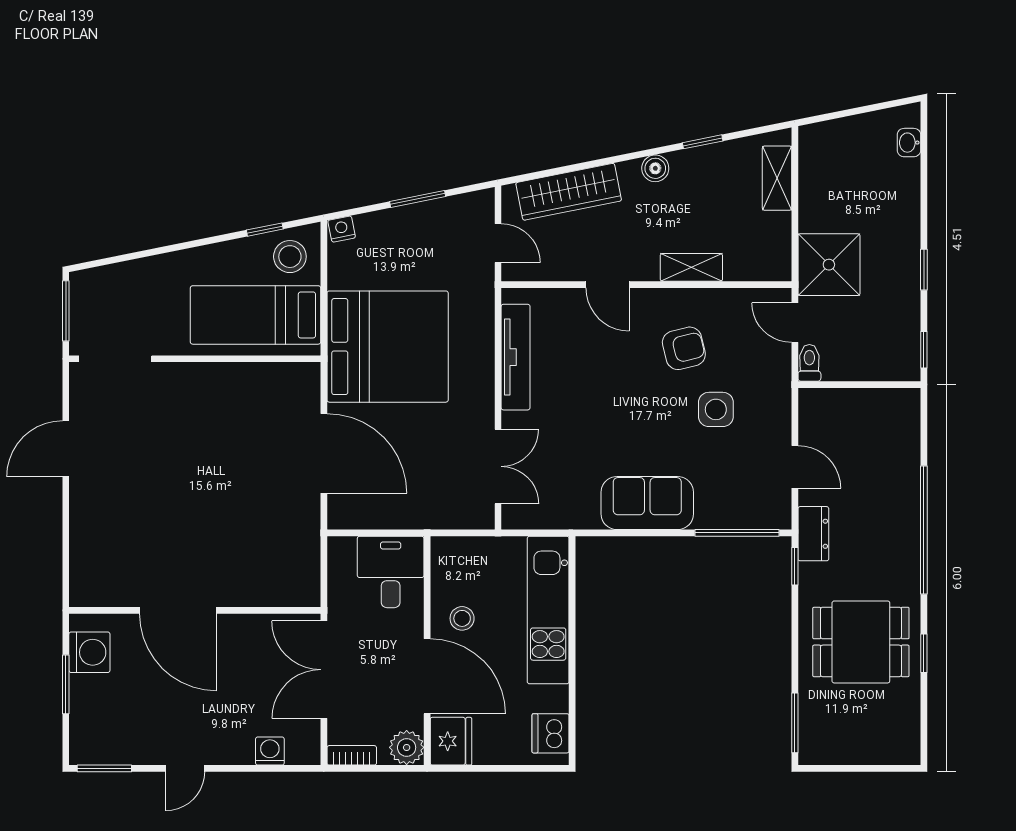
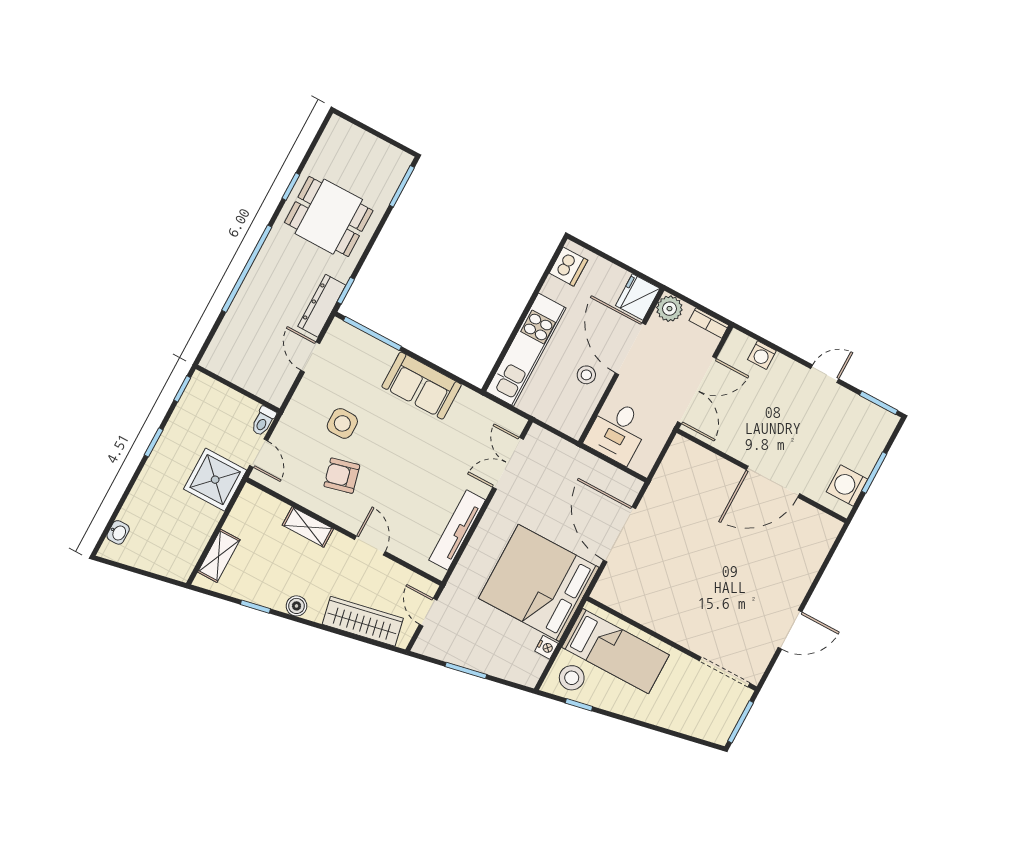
nightstand: (342, 229) -> (546, 647), moved, turned -79
dresser: (813, 534) -> (322, 306), width x1.44
door: (178, 610) -> (773, 482), swing flipped

